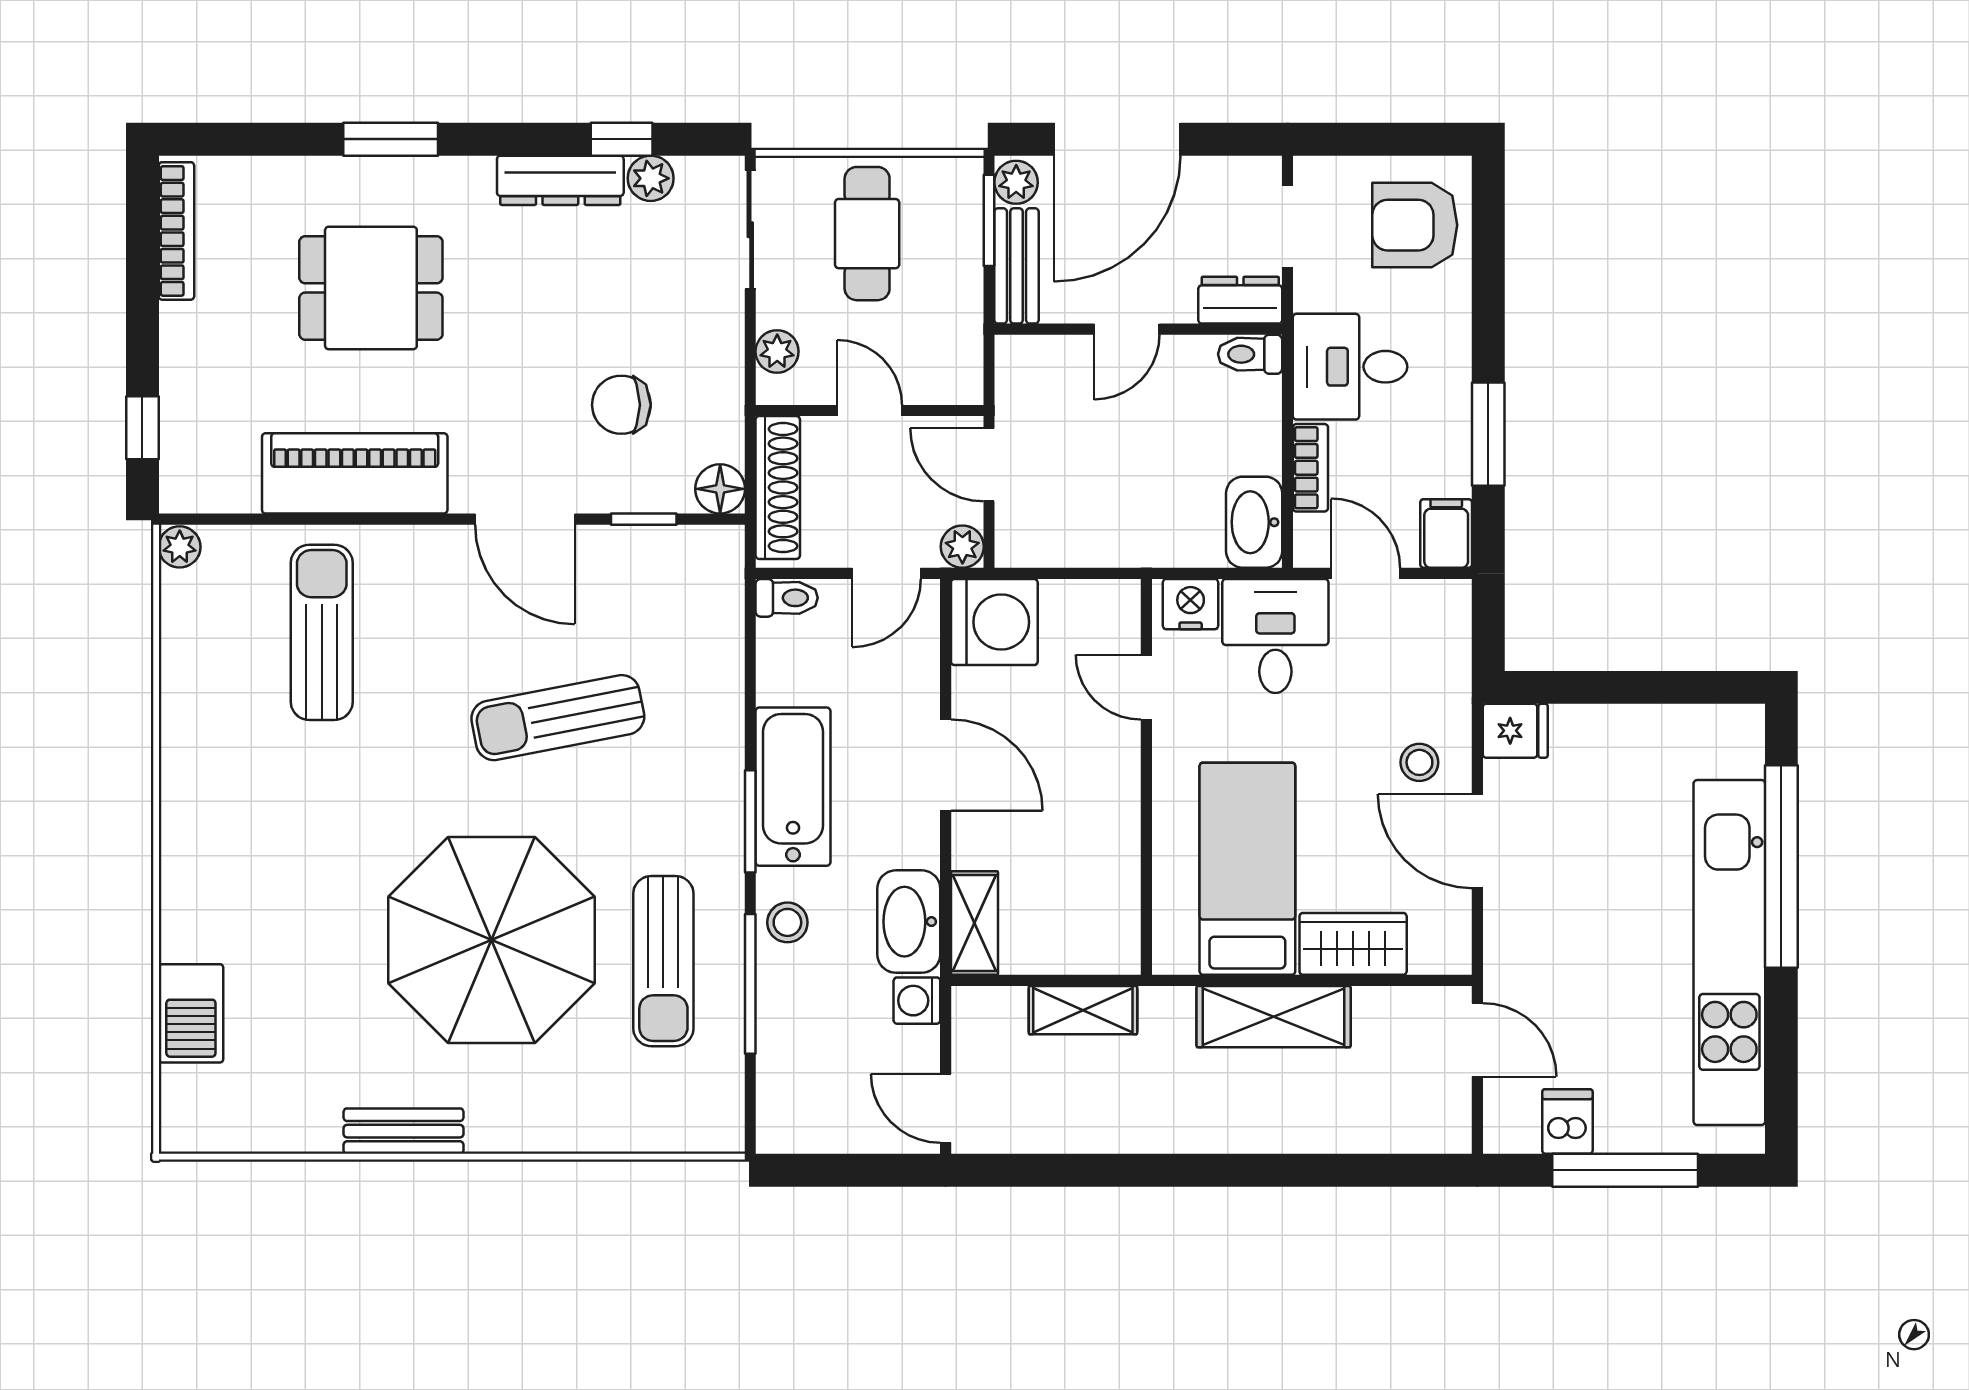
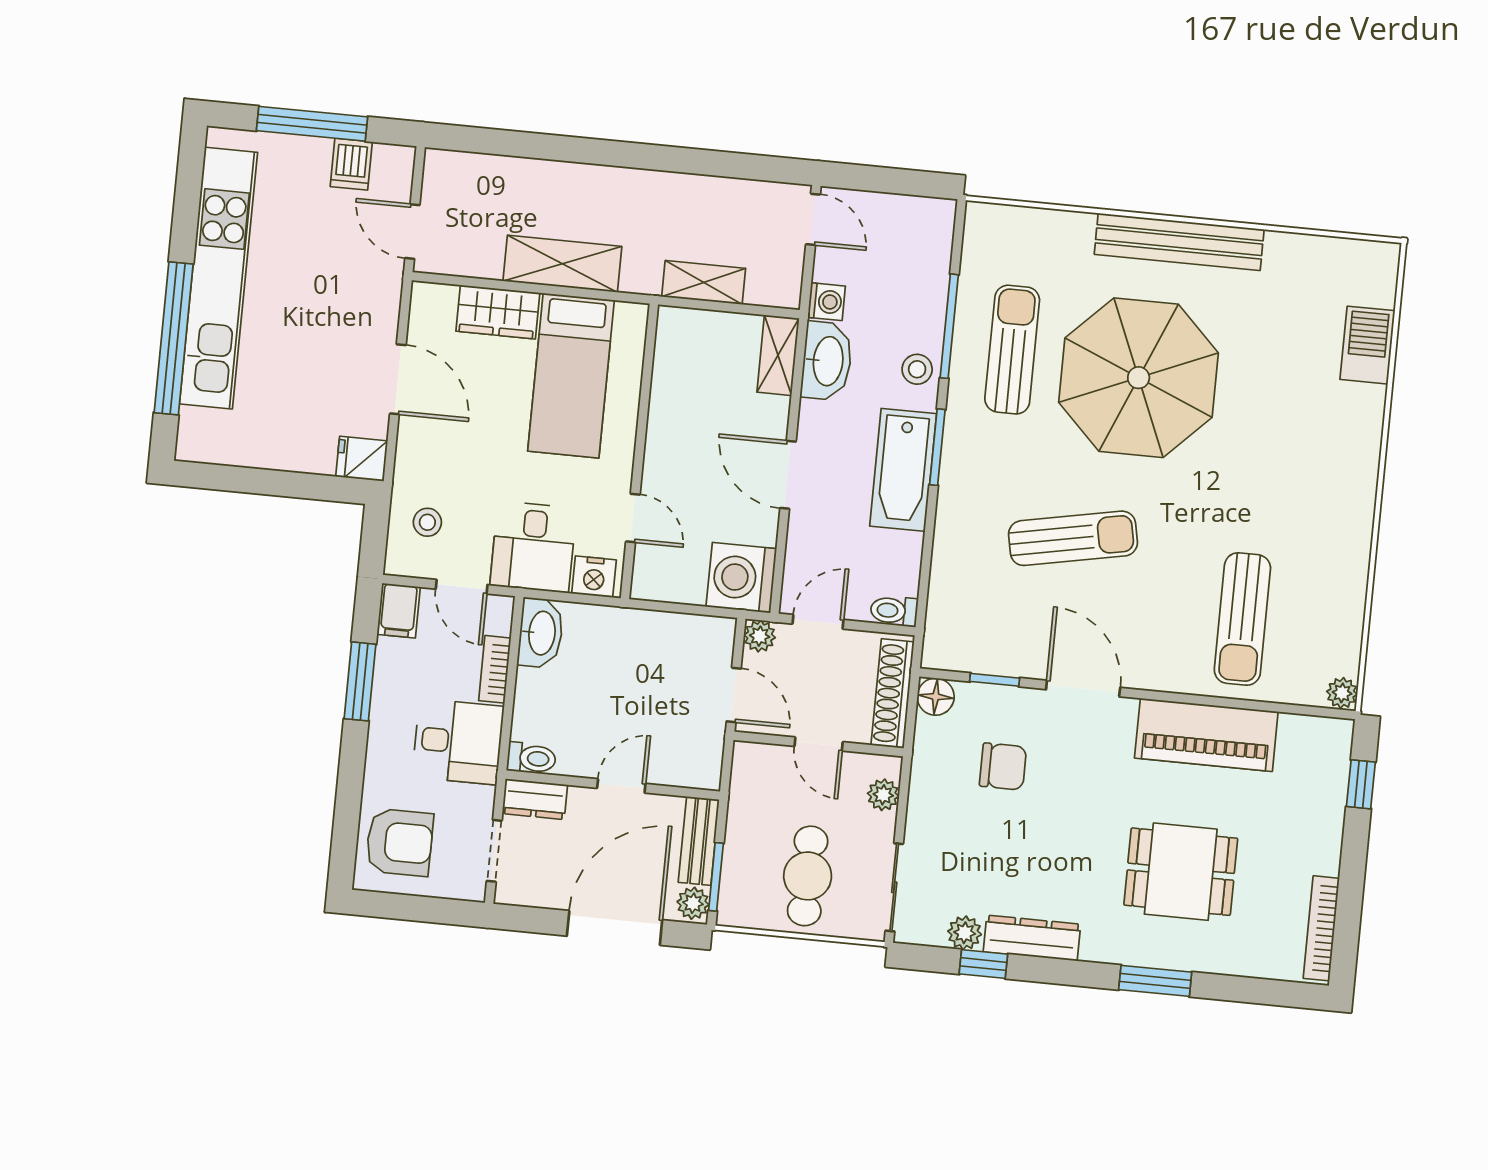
stool: (1419, 762) -> (427, 522), moved
bench: (404, 1131) -> (1179, 242), width x1.86, depth x1.21

